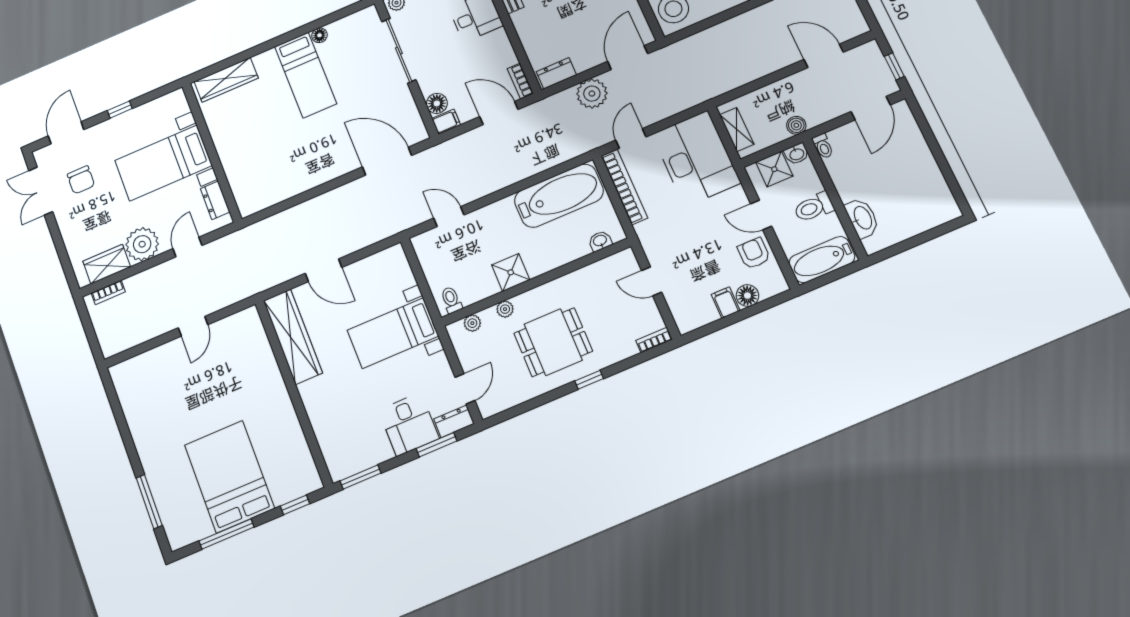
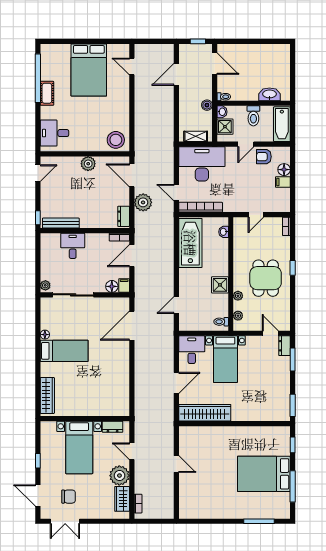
desk: (409, 424) -> (192, 350), moved, turned -90

